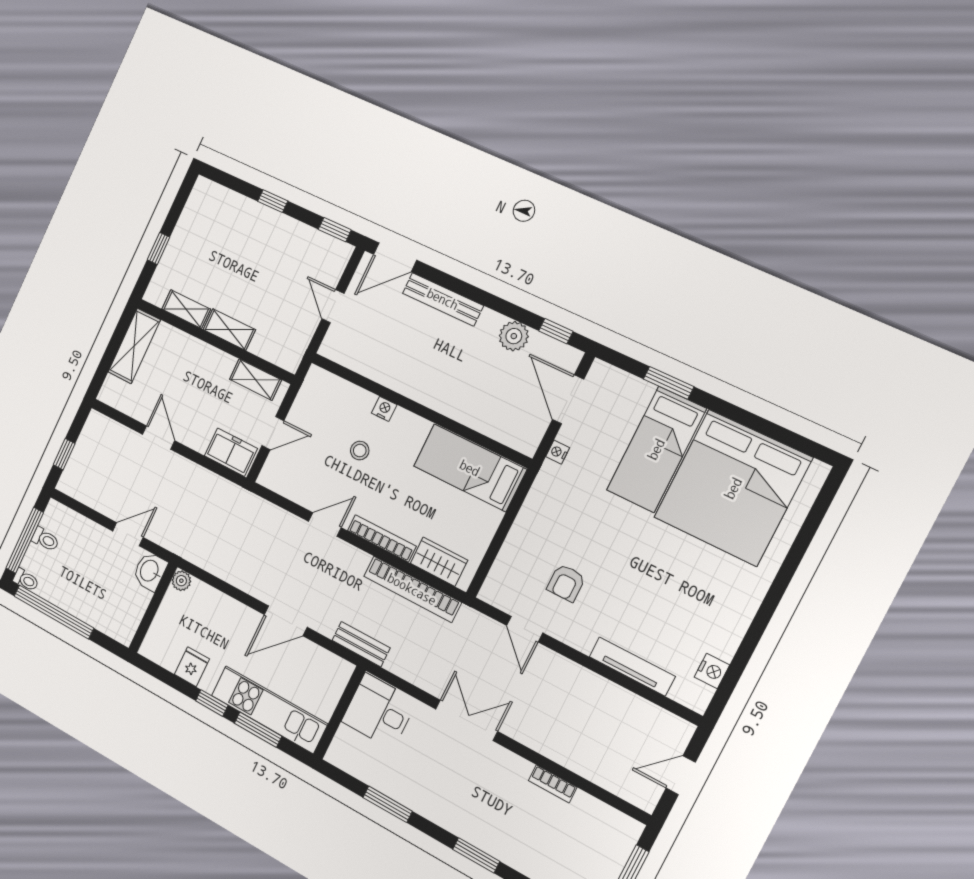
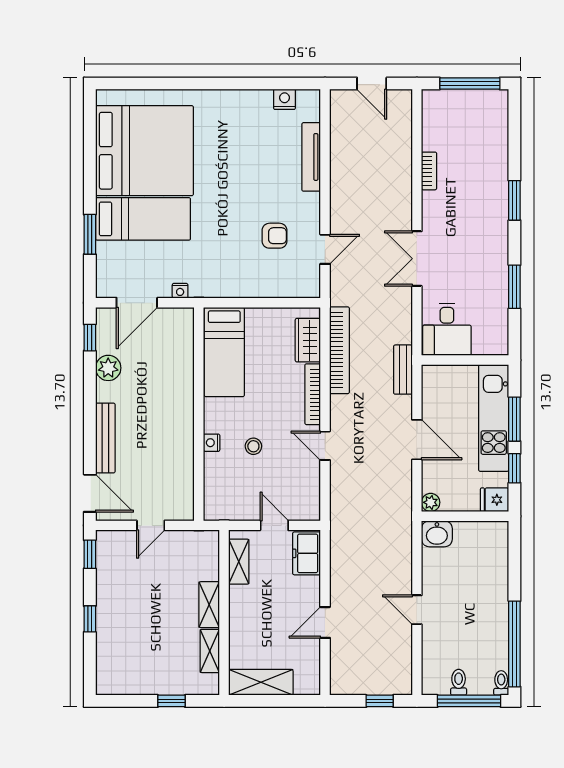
washbasin: (150, 571) -> (437, 534), moved
plant: (181, 581) -> (431, 502), moved
wall: (153, 608) -> (465, 516), moved

